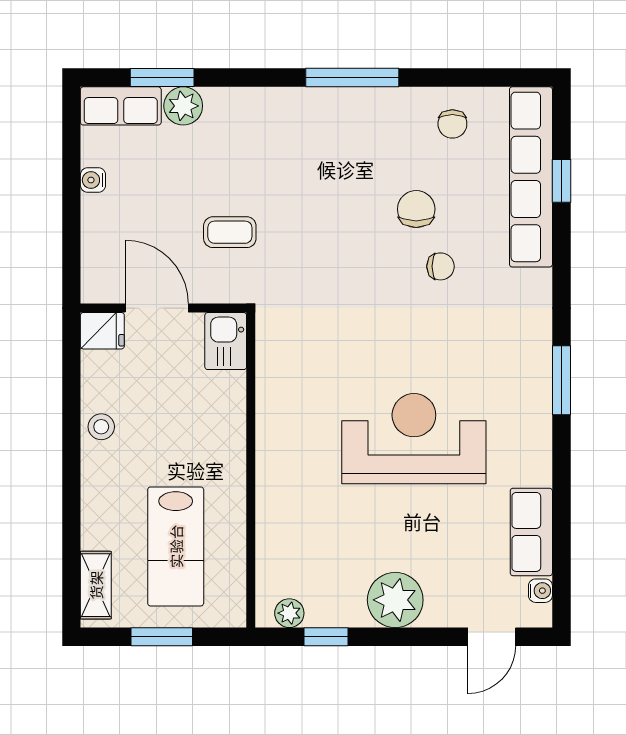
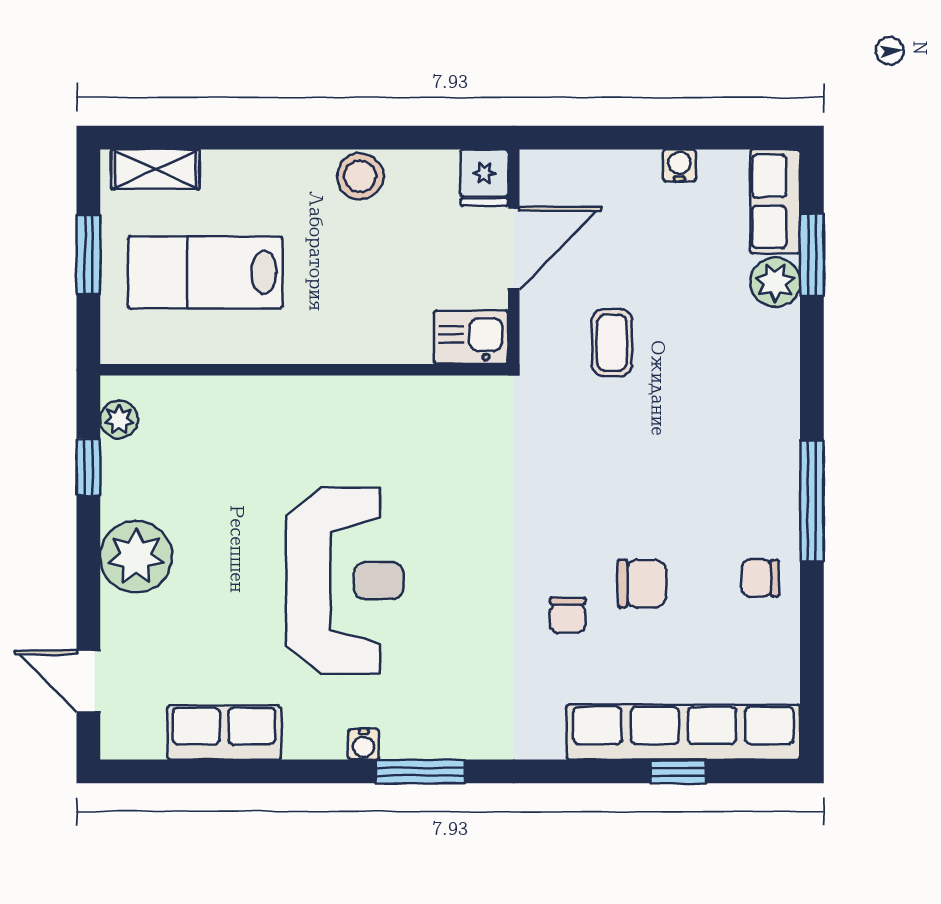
chair: (452, 124) -> (760, 578), moved
stool: (101, 427) -> (360, 176), width x1.37, depth x1.37
water cooler: (540, 591) -> (364, 744), moved

